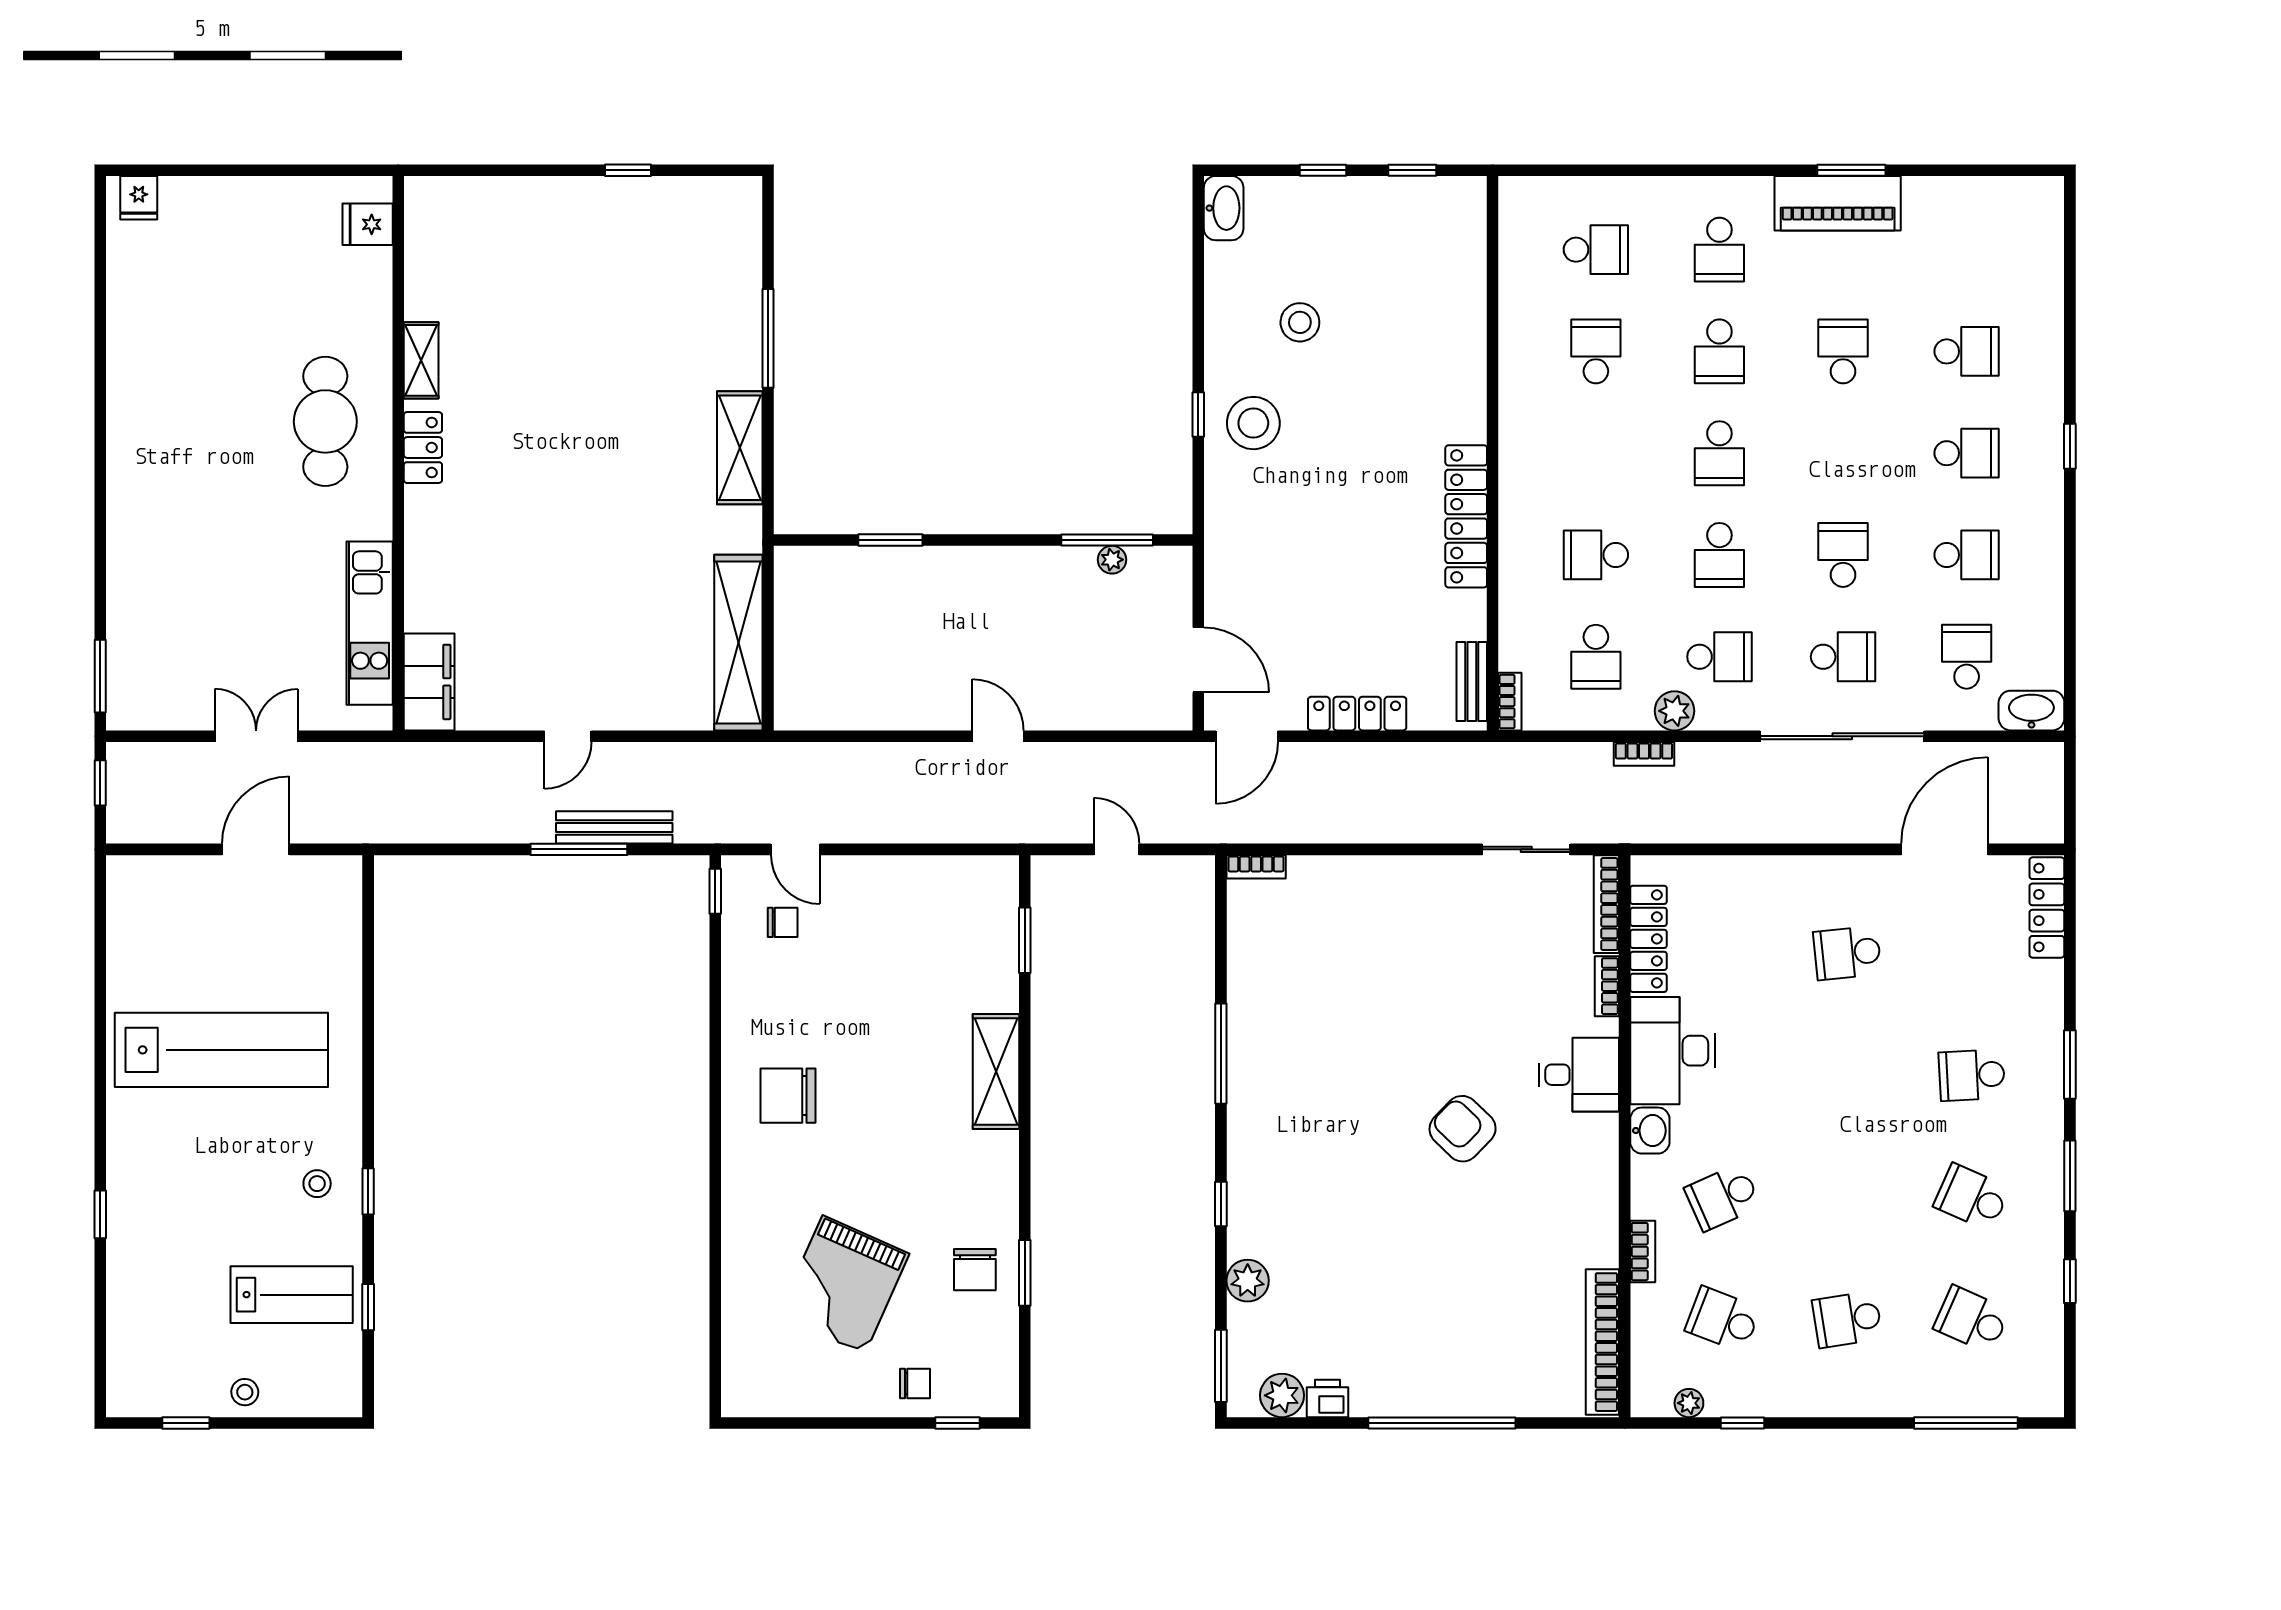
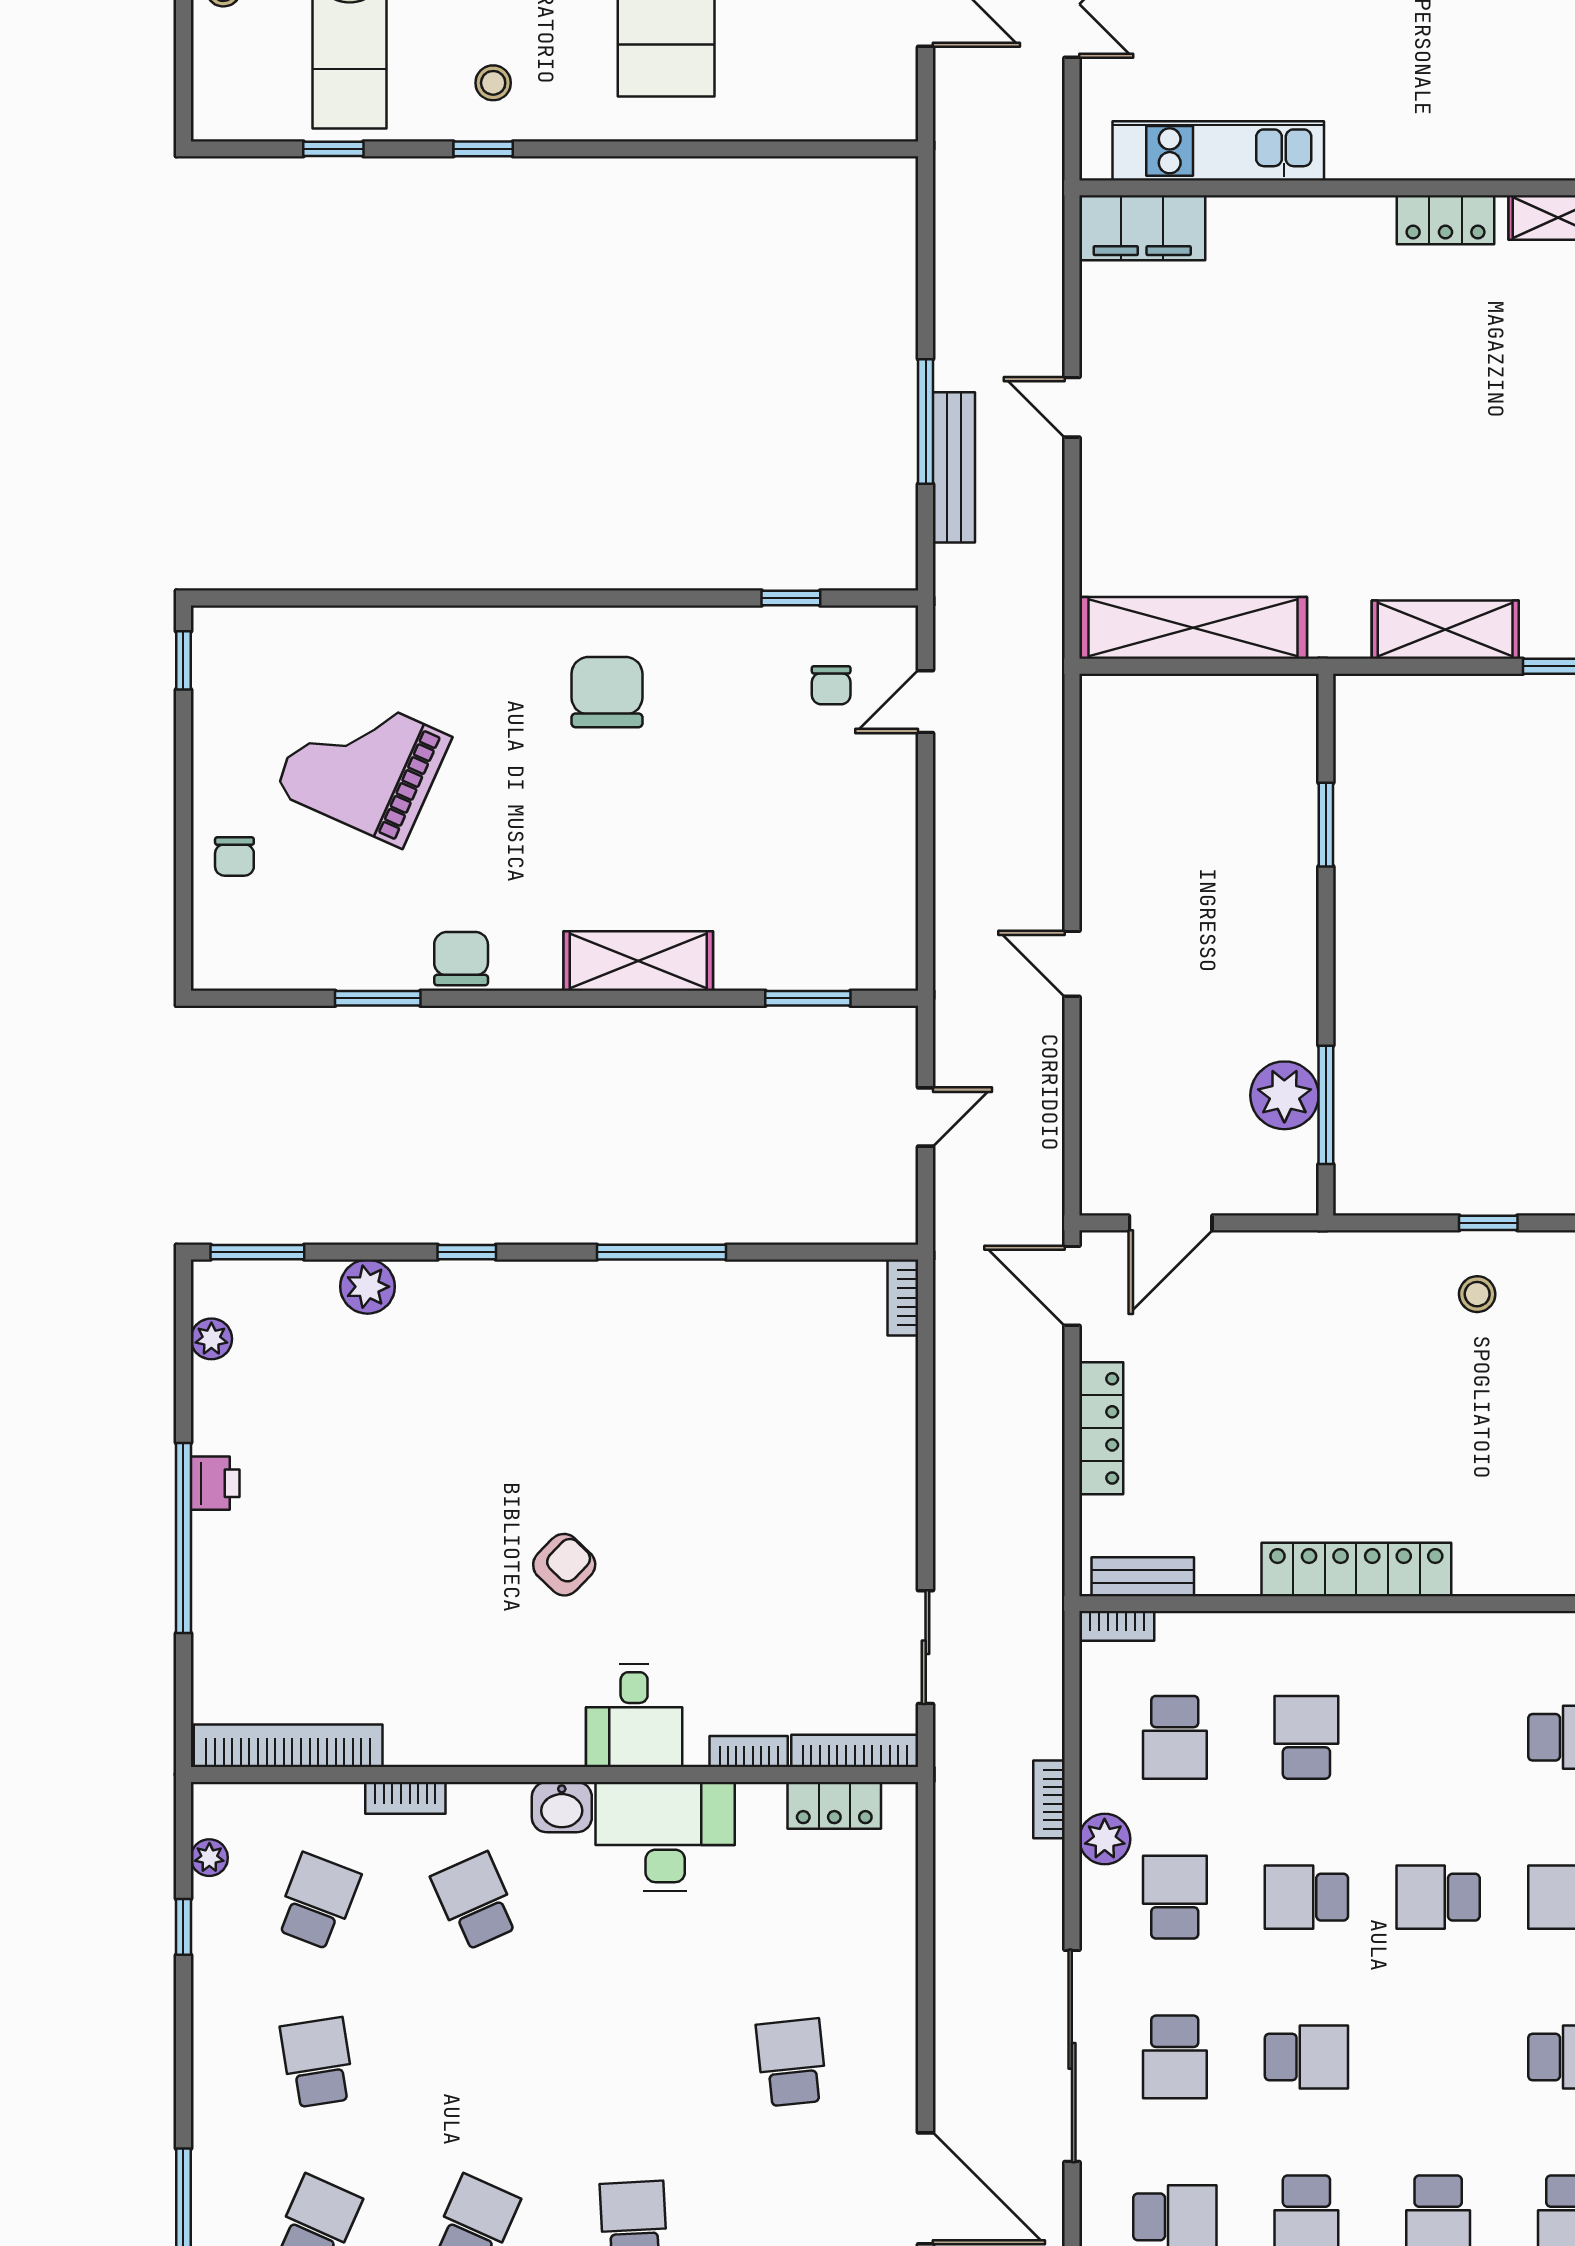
cafe table: (325, 421) -> (1479, 93), removed
stool: (1253, 423) -> (1477, 1294), width x0.53, depth x0.53
plant: (1112, 560) -> (1284, 1095), width x1.88, depth x1.88
school desk: (1596, 657) -> (1175, 1737), turned -90
school desk: (1719, 657) -> (1175, 1897), turned 180
door: (998, 736) -> (1072, 964), swing flipped
window: (715, 891) -> (791, 598), moved
locker: (1648, 939) -> (834, 1805), width x0.66
armchair: (1463, 1129) -> (564, 1565), width x0.72, depth x0.72
chair: (975, 1270) -> (461, 959), moved, turned 90
plant: (1282, 1395) -> (211, 1339), width x0.73, depth x0.73
printer: (1328, 1398) -> (215, 1483), moved
window: (958, 1423) -> (183, 660), moved

